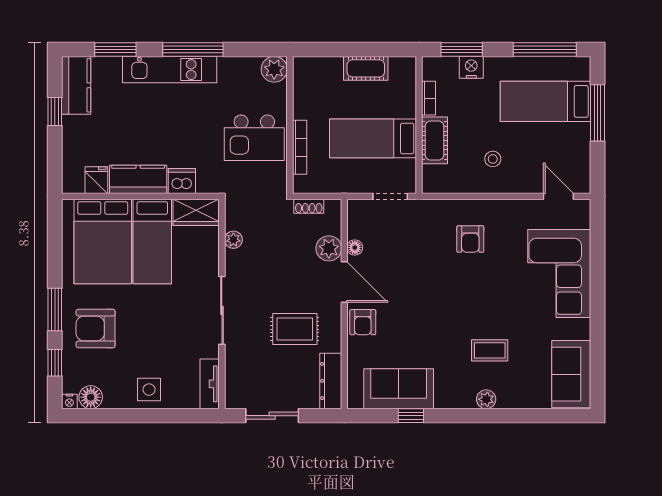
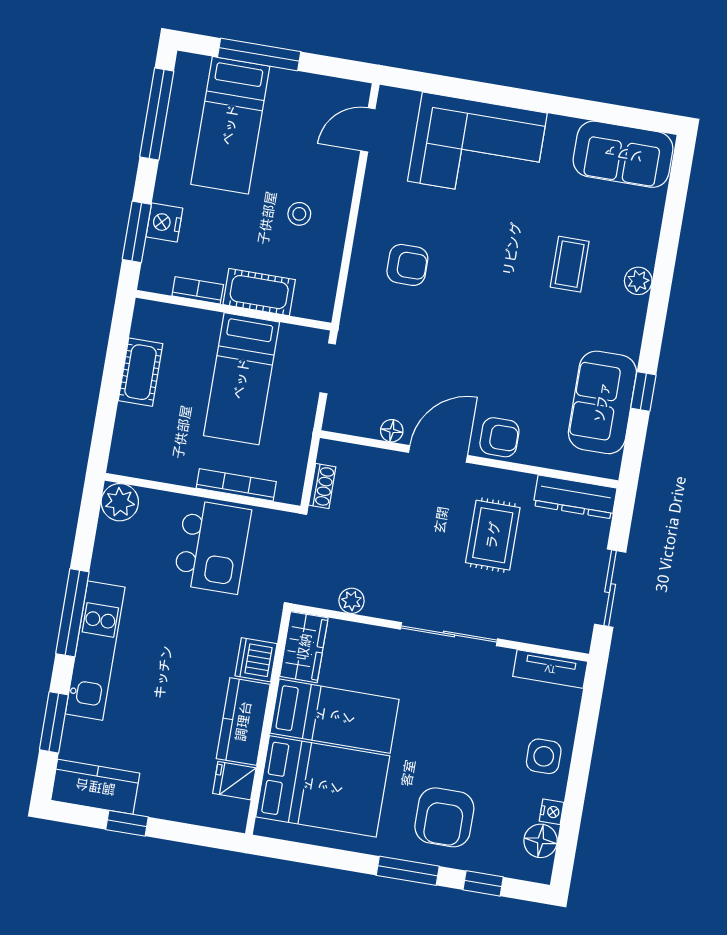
plant: (329, 248) -> (387, 468), removed
nightstand: (69, 401) -> (552, 812), moved

